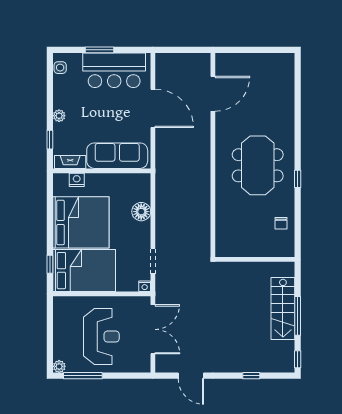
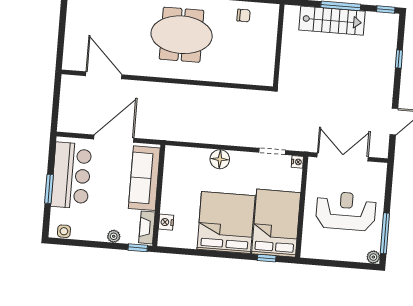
sofa: (117, 156) -> (144, 178), moved
fireplace: (70, 162) -> (147, 227), moved
wall: (102, 171) -> (159, 195), moved
nightstand: (77, 180) -> (166, 222), moved

